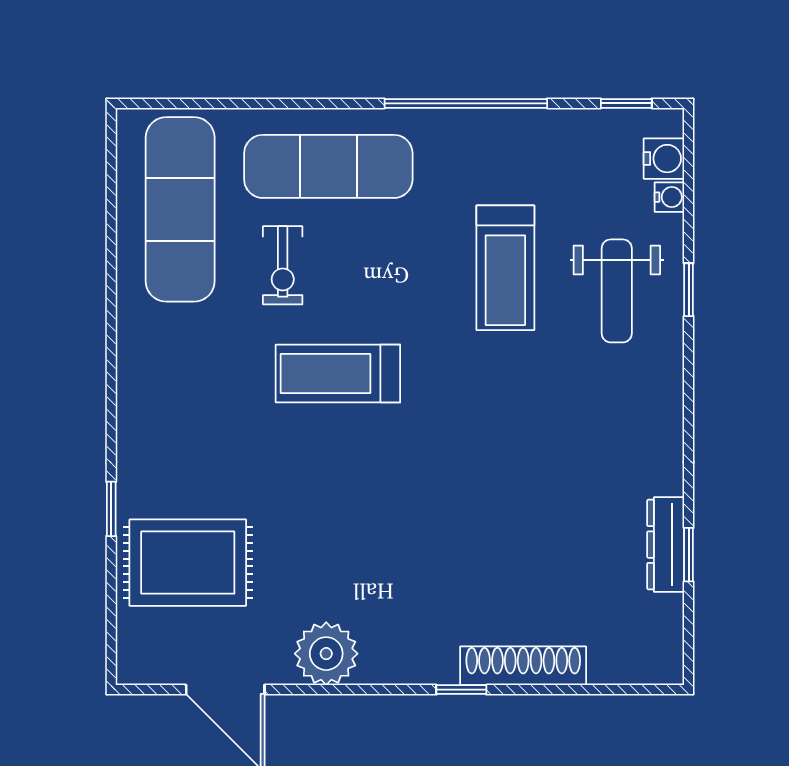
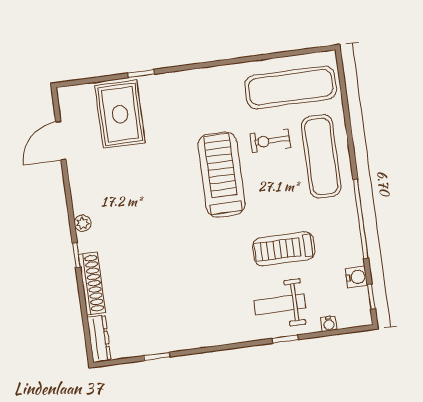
water cooler: (664, 159) -> (356, 277), moved, turned -90
treadmill: (338, 373) -> (221, 175), width x1.37, depth x1.38
dresser: (666, 545) -> (99, 339), moved, turned 90
plant: (326, 654) -> (83, 223), moved, width x0.53, depth x0.53

